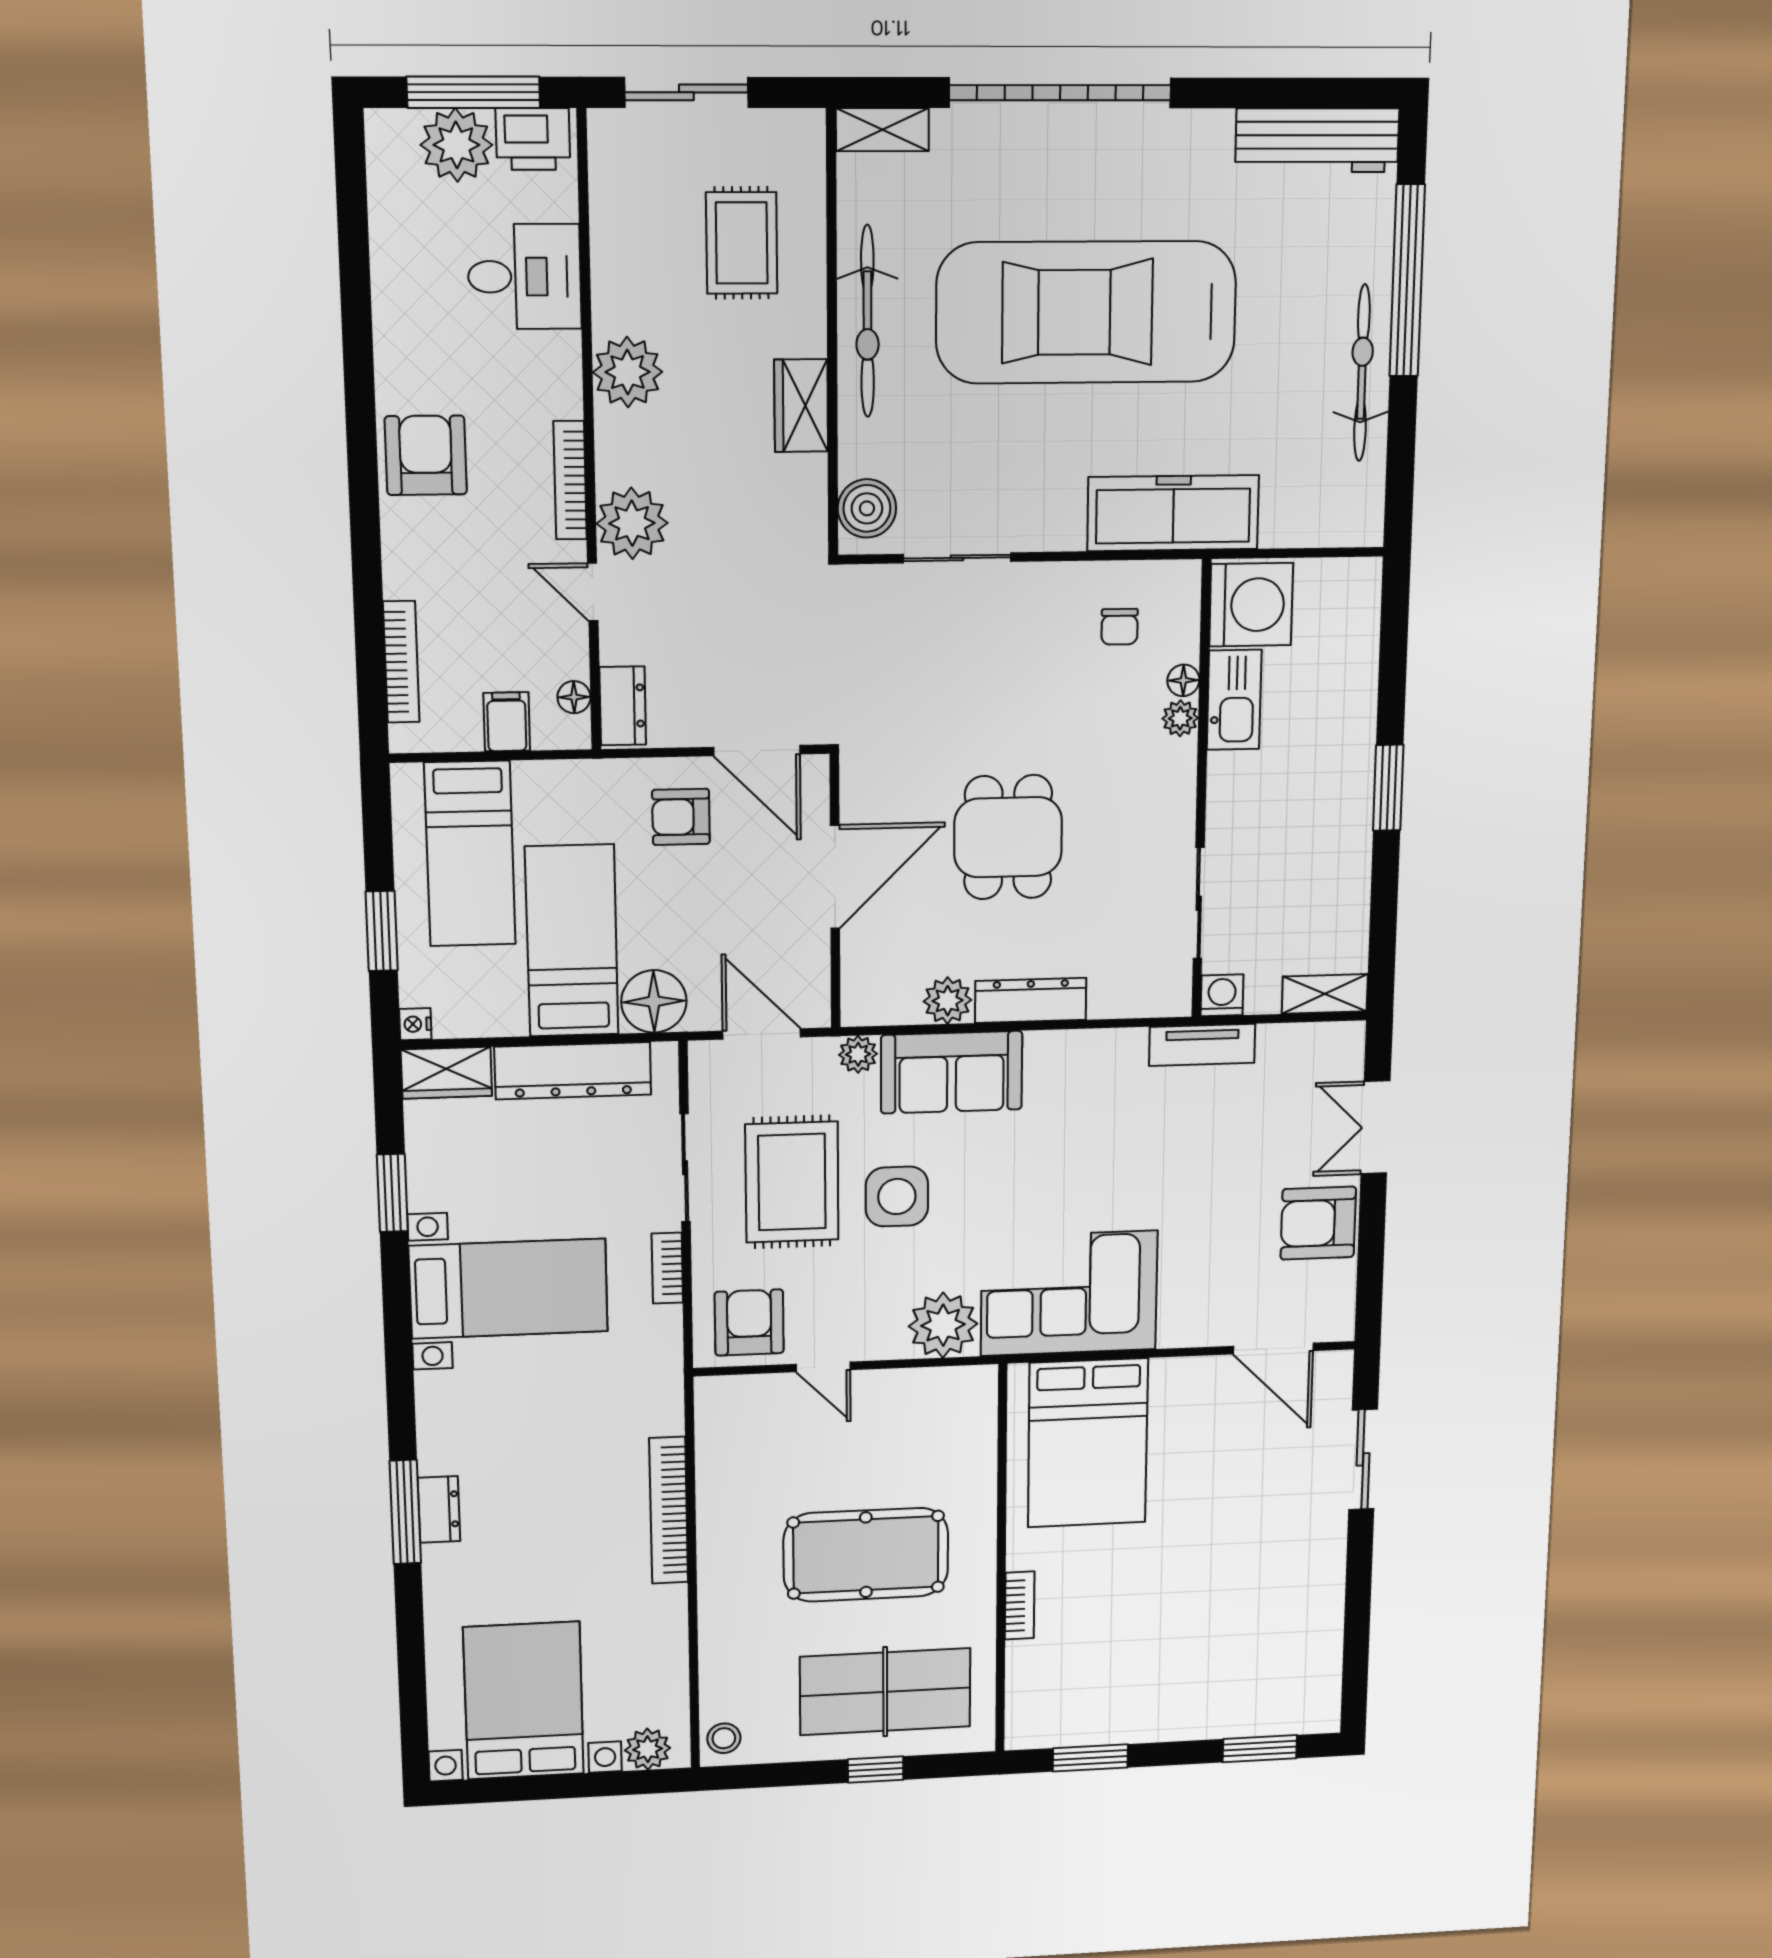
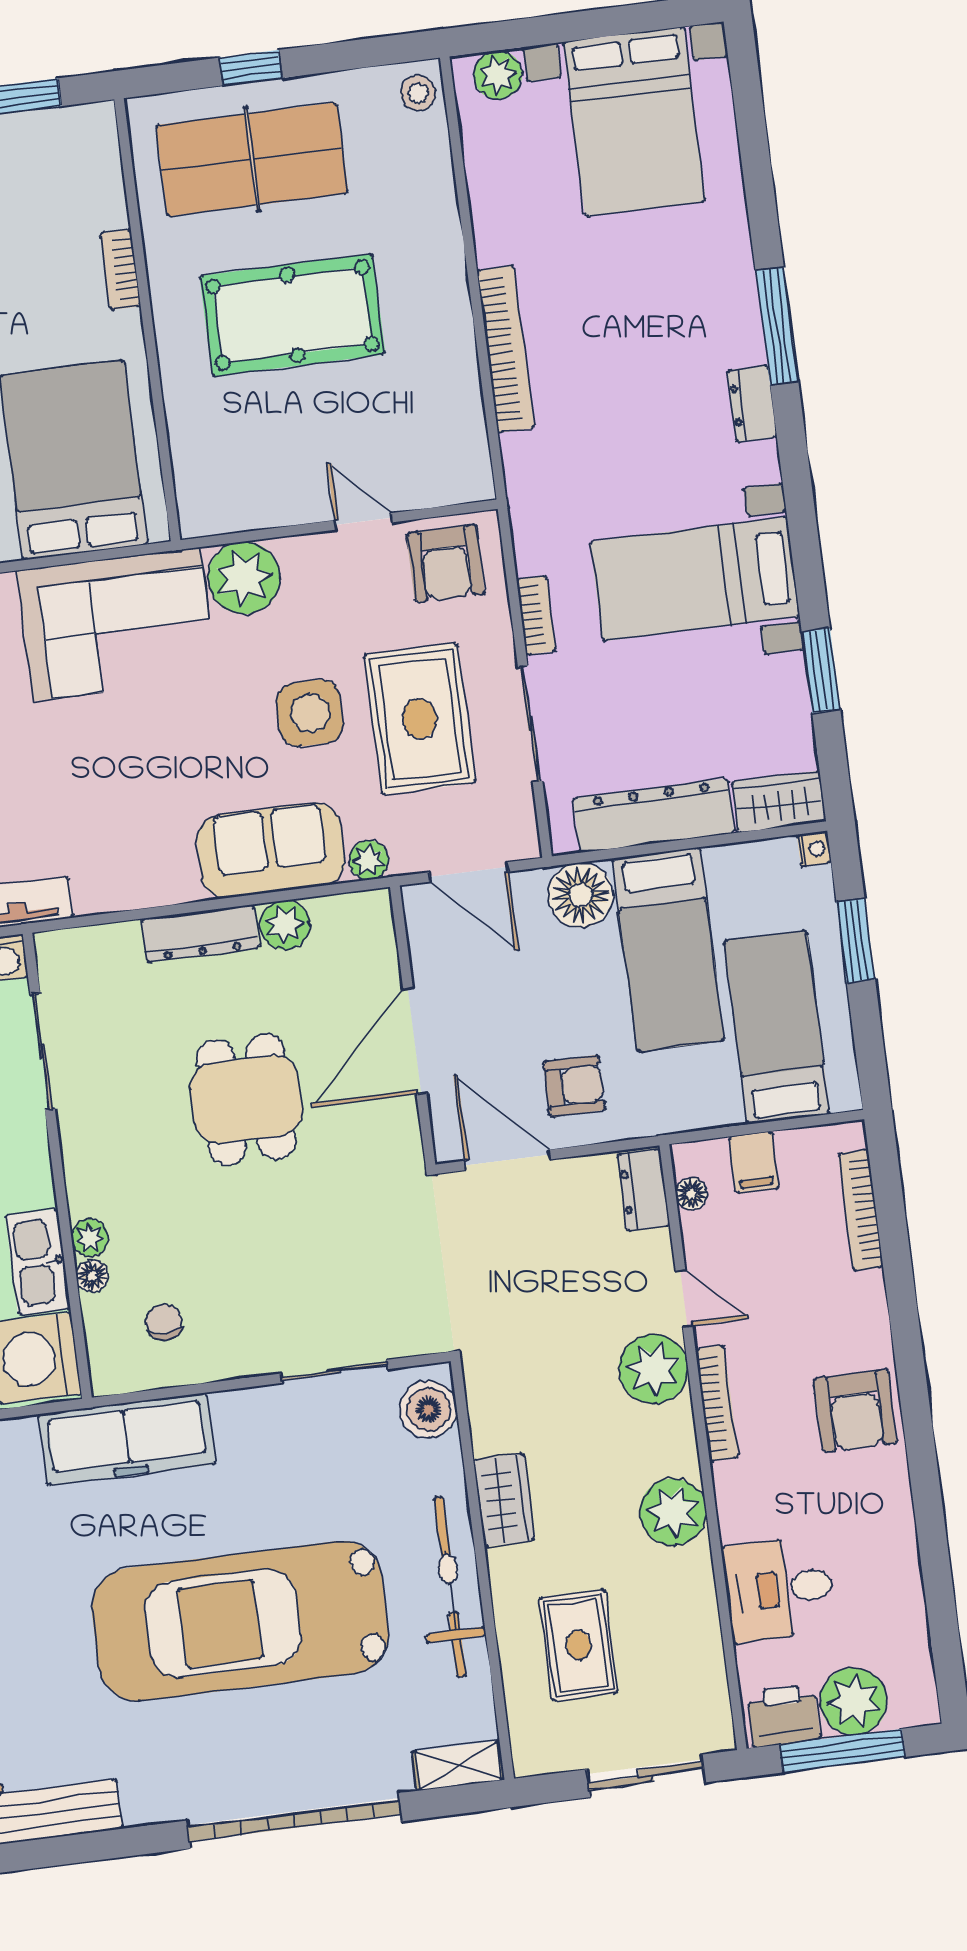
car: (1086, 312) -> (240, 1621), turned 180
dresser: (439, 1510) -> (752, 404), moved

